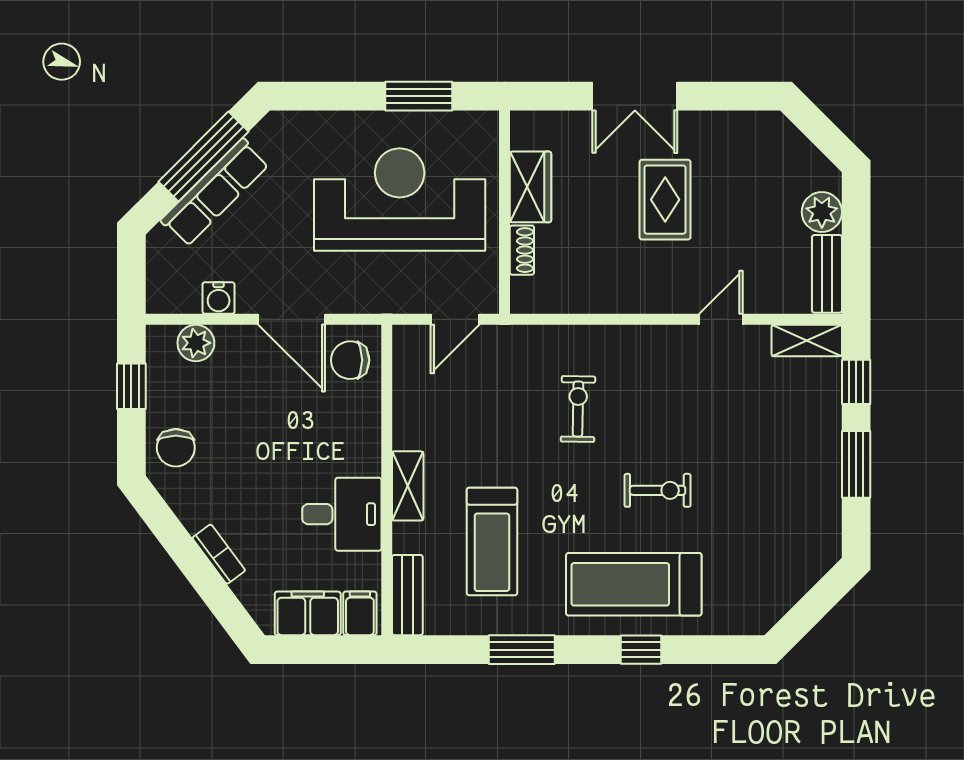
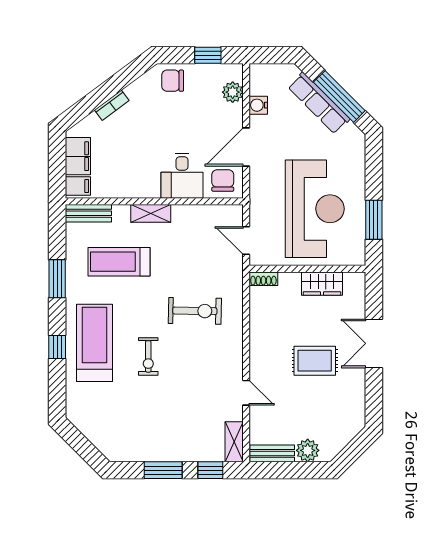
shoe rack: (522, 250) -> (263, 279), moved
exercise bike: (578, 409) -> (195, 311), width x1.38, depth x1.39
desk: (342, 514) -> (182, 176), moved

